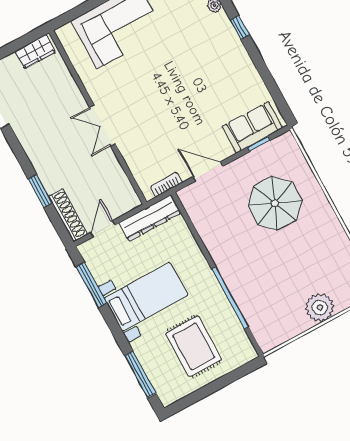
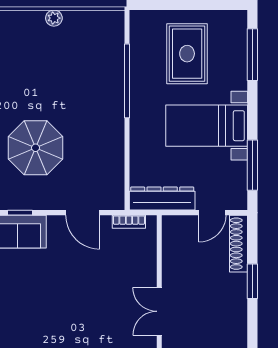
double door: (102, 125) -> (159, 311), swing flipped
plant: (320, 307) -> (54, 18), width x0.53, depth x0.53

